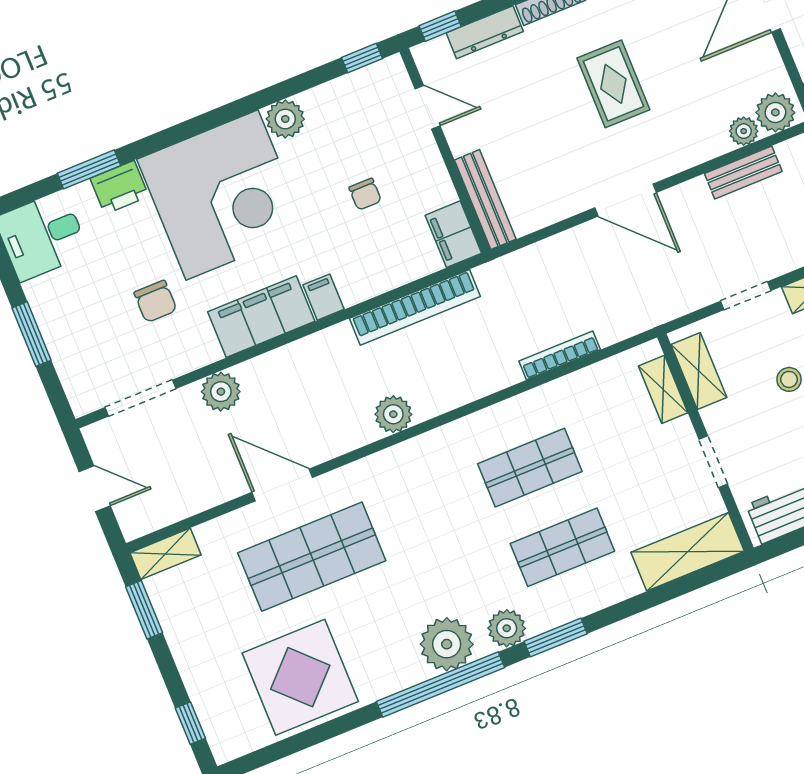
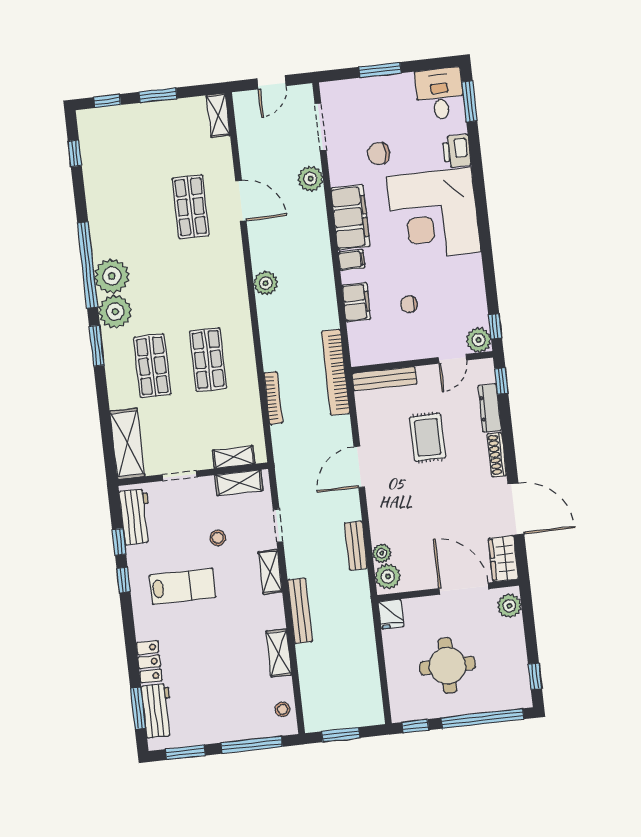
rug: (613, 84) -> (428, 437), moved, turned 90
plant: (285, 119) -> (479, 340), moved
window: (89, 169) -> (469, 101), moved
filing cabinet: (453, 234) -> (356, 302), moved, turned 90
bookcase: (415, 307) -> (336, 372), moved
door: (282, 485) -> (241, 201), hinge flipped
shop shelf: (312, 557) -> (191, 207), width x0.70, depth x0.74
window: (144, 610) -> (158, 95), moved
plant: (507, 628) -> (115, 312), width x1.36, depth x1.36
display table: (300, 677) -> (117, 178), removed
window: (281, 750) -> (75, 153), added

